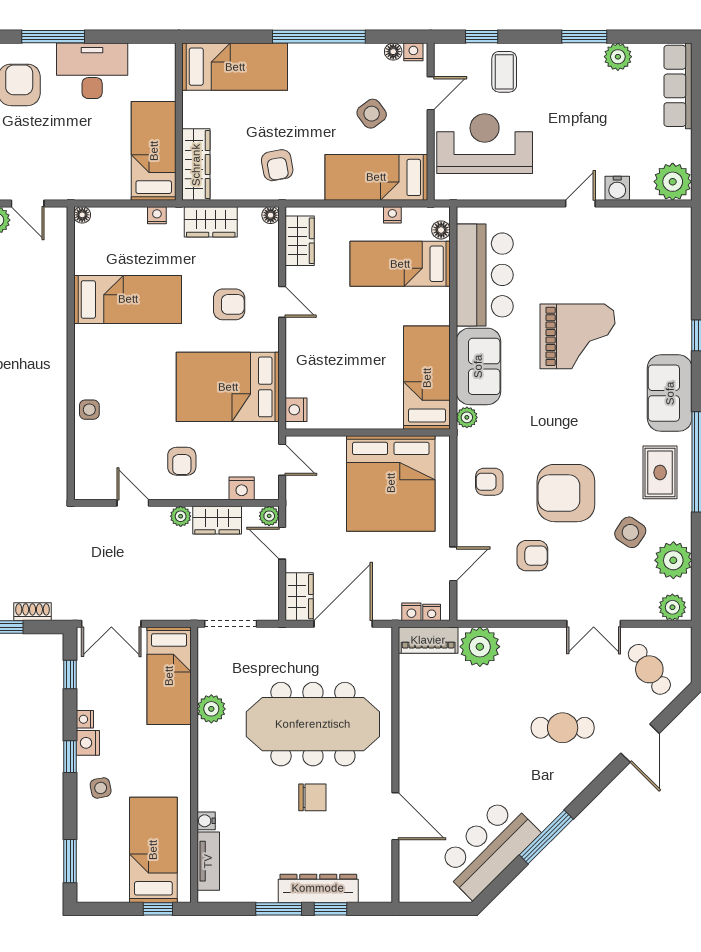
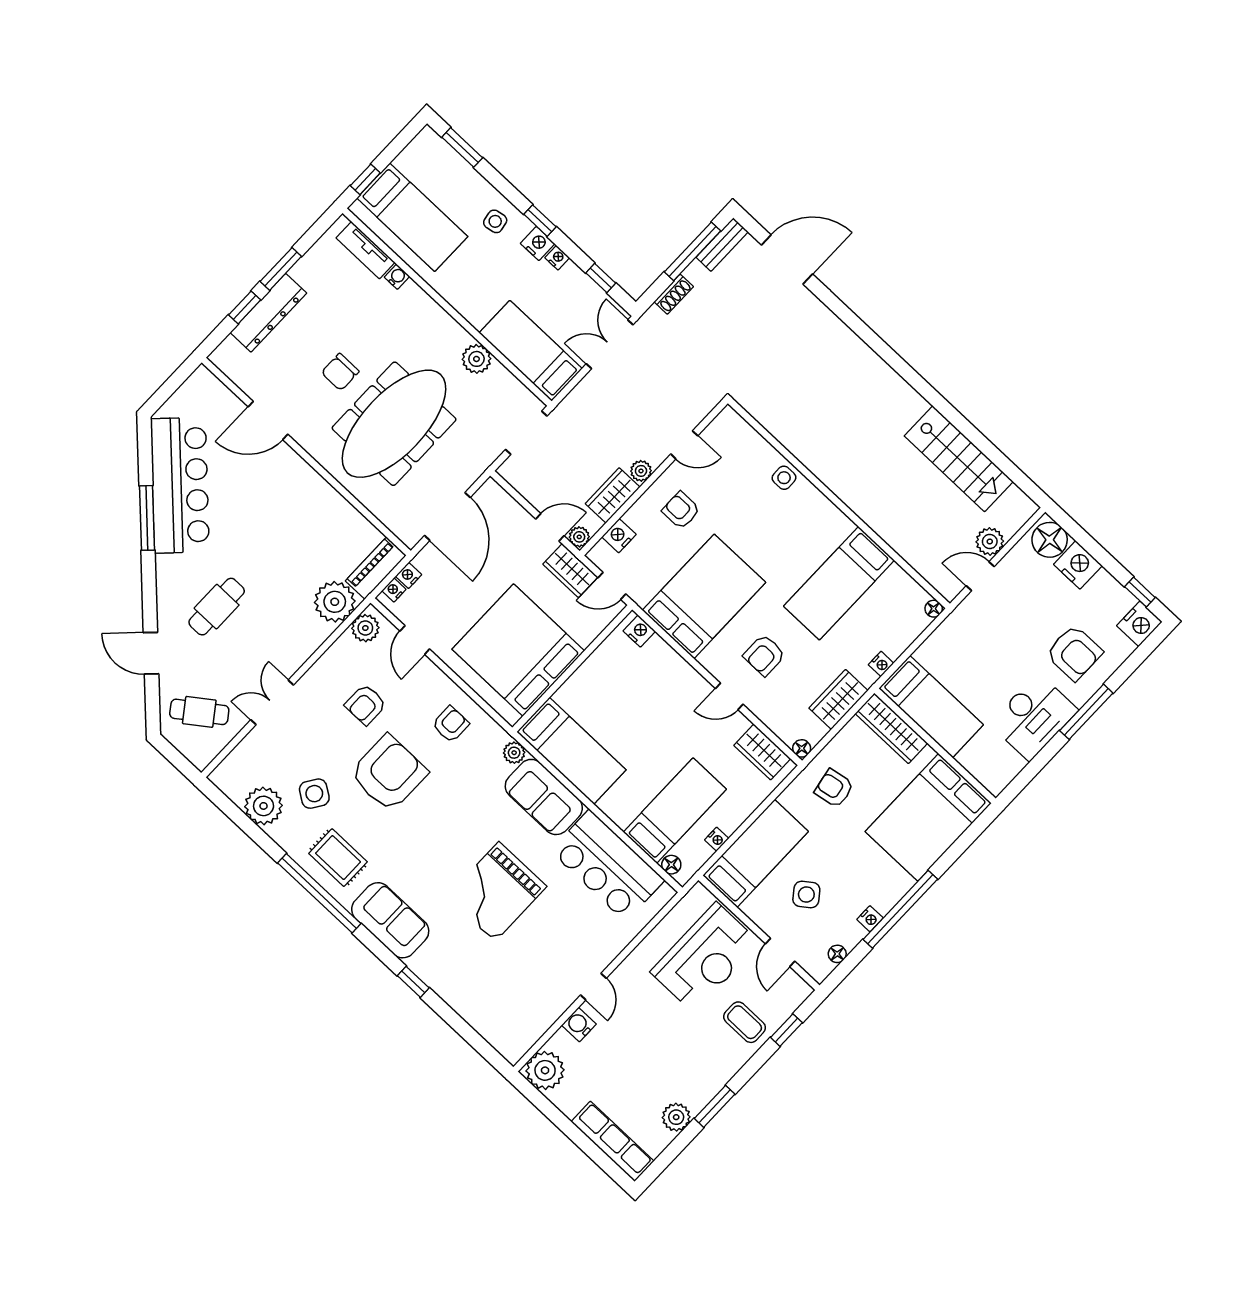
nightstand: (413, 52) -> (870, 919), moved
bed: (235, 67) -> (928, 817), width x1.50
wardrobe: (299, 597) -> (570, 571), moved
plant: (672, 607) -> (365, 628), moved
bar counter: (488, 848) -> (180, 485), width x1.36

